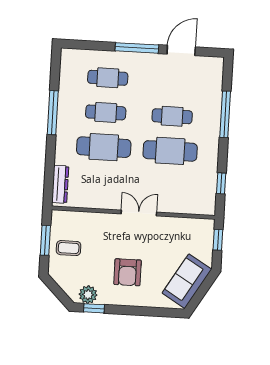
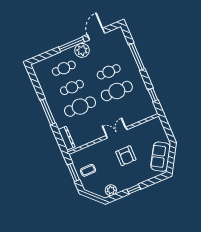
plant: (148, 65) -> (82, 50), added
window: (53, 113) -> (48, 112), moved
window: (218, 240) -> (166, 126), removed
armchair: (128, 272) -> (126, 156), moved
window: (94, 308) -> (134, 189), moved

